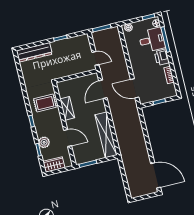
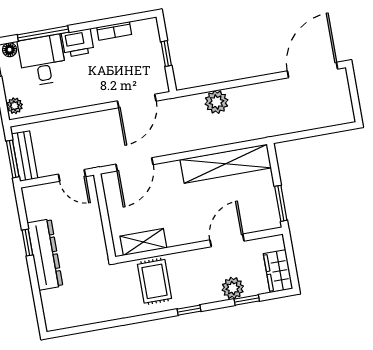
bench: (104, 34) -> (25, 156), added
dresser: (34, 52) -> (45, 254), moved
door: (95, 58) -> (72, 175), swing flipped
door: (103, 89) -> (135, 164), hinge flipped
shelving: (67, 108) -> (143, 242), moved
plant: (137, 128) -> (216, 102), added

